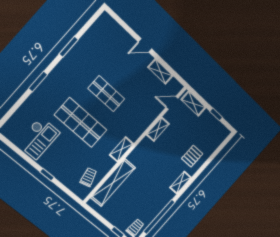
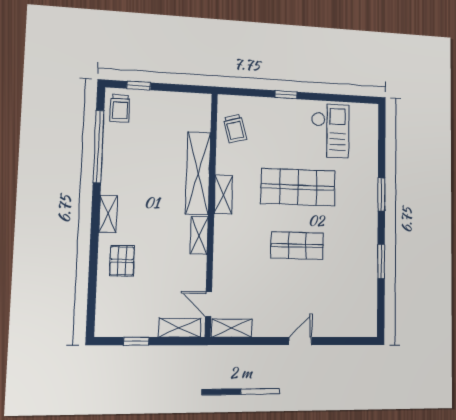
shelving: (160, 72) -> (232, 328), moved
door: (172, 103) -> (209, 304), swing flipped
shelving: (158, 129) -> (199, 235), moved
checkout: (38, 138) -> (330, 131), turned 180
shelving: (113, 183) -> (198, 173), moved

